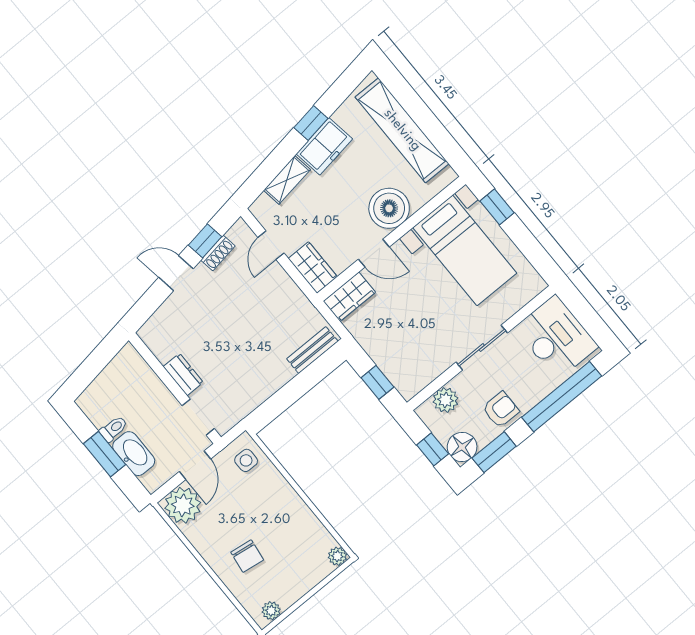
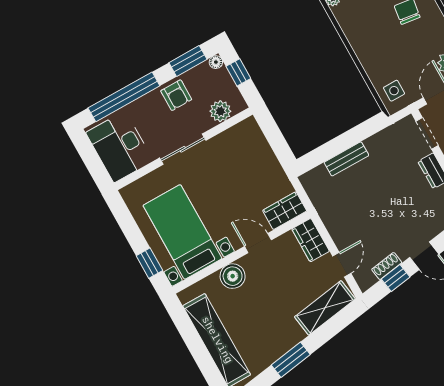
window: (311, 123) -> (291, 360), width x1.50
freezer: (324, 146) -> (283, 338), removed
shelving: (287, 180) -> (325, 308), width x1.50, depth x1.33
boiler: (389, 208) -> (233, 276), width x0.73, depth x0.73
bench: (312, 350) -> (346, 159), moved
window: (377, 382) -> (274, 136), removed
armchair: (501, 410) -> (176, 95), turned -90
floor lamp: (462, 447) -> (216, 62), width x0.53, depth x0.53

